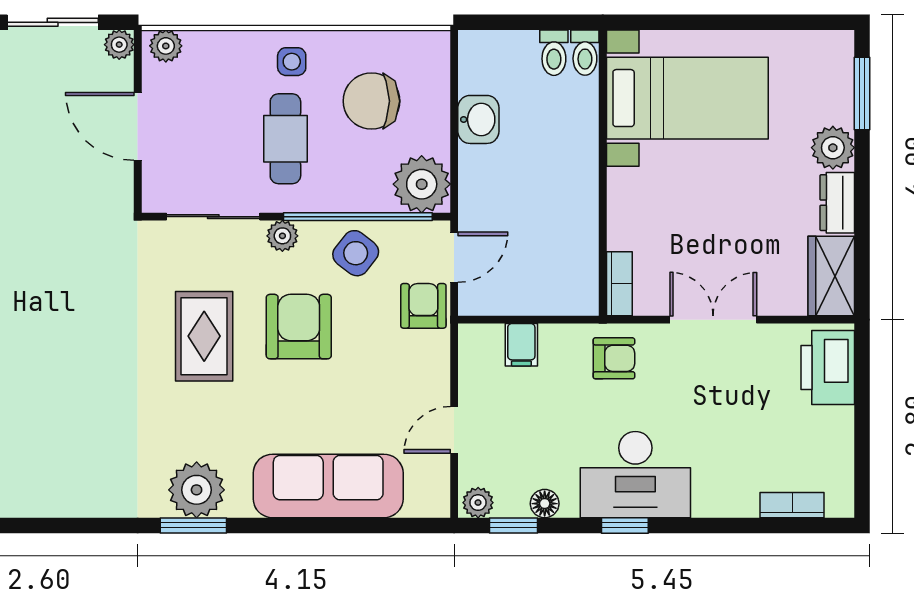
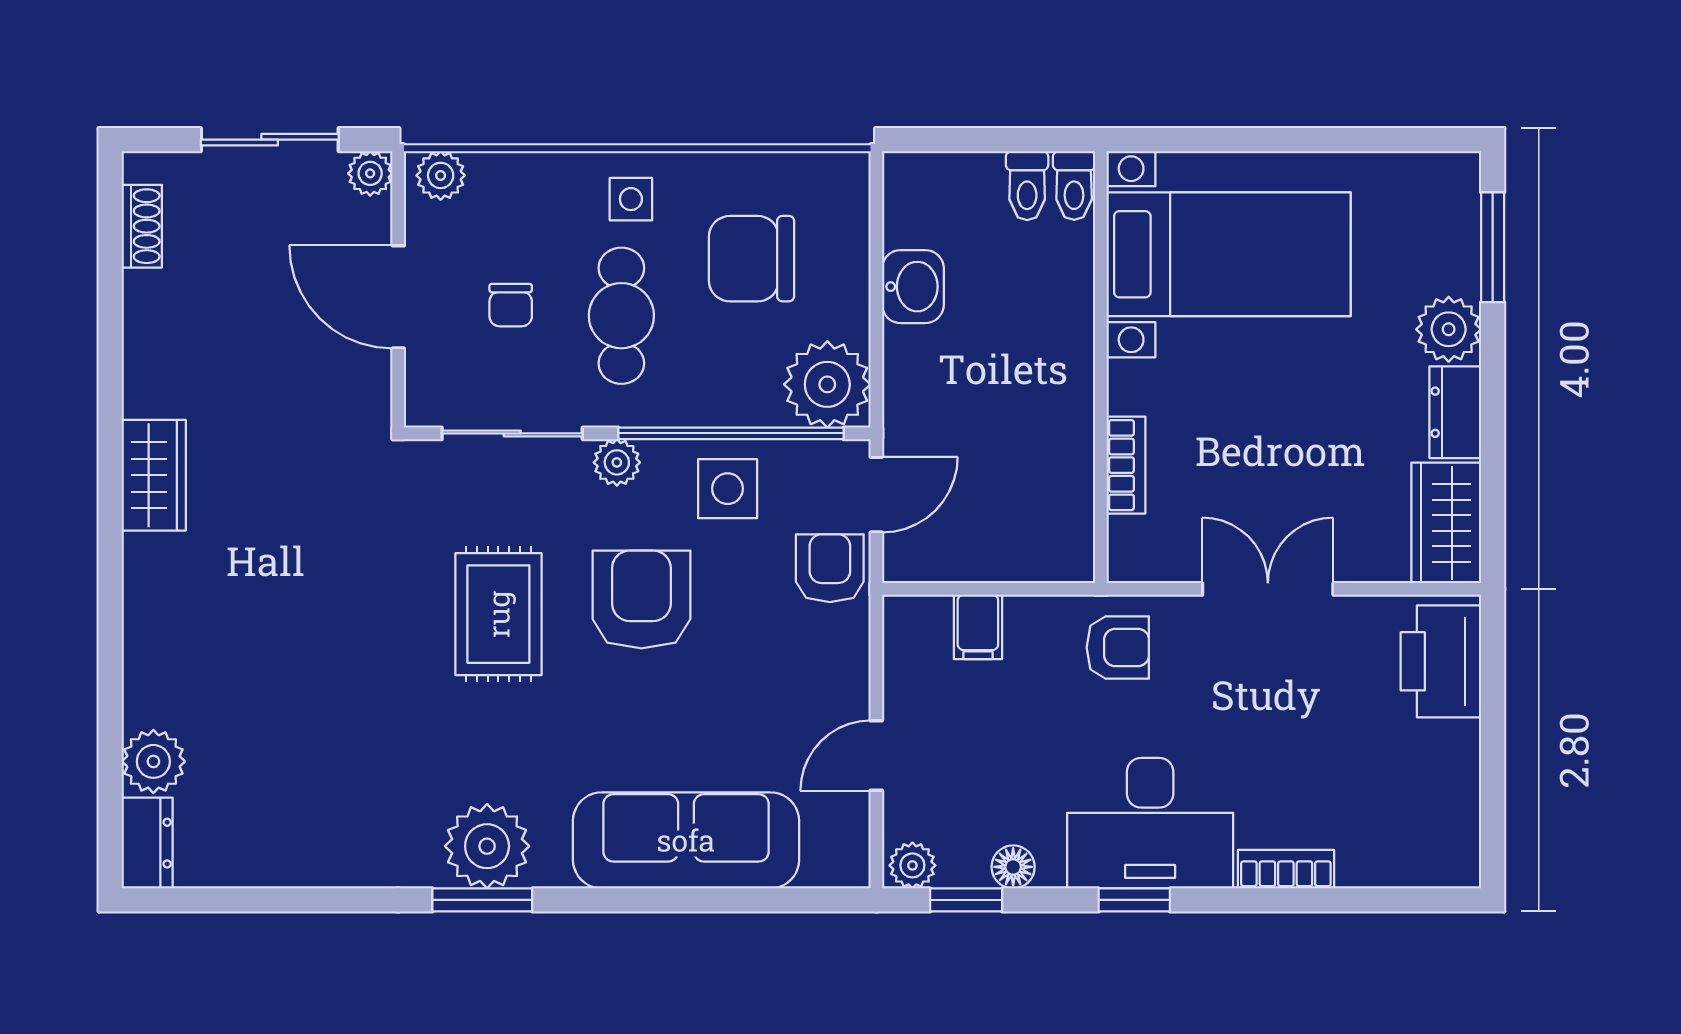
chair: (212, 132) -> (511, 305), added
side table: (356, 253) -> (728, 489), turned -38
bookcase: (619, 284) -> (1126, 465), moved
bookcase: (792, 505) -> (1286, 869), moved

